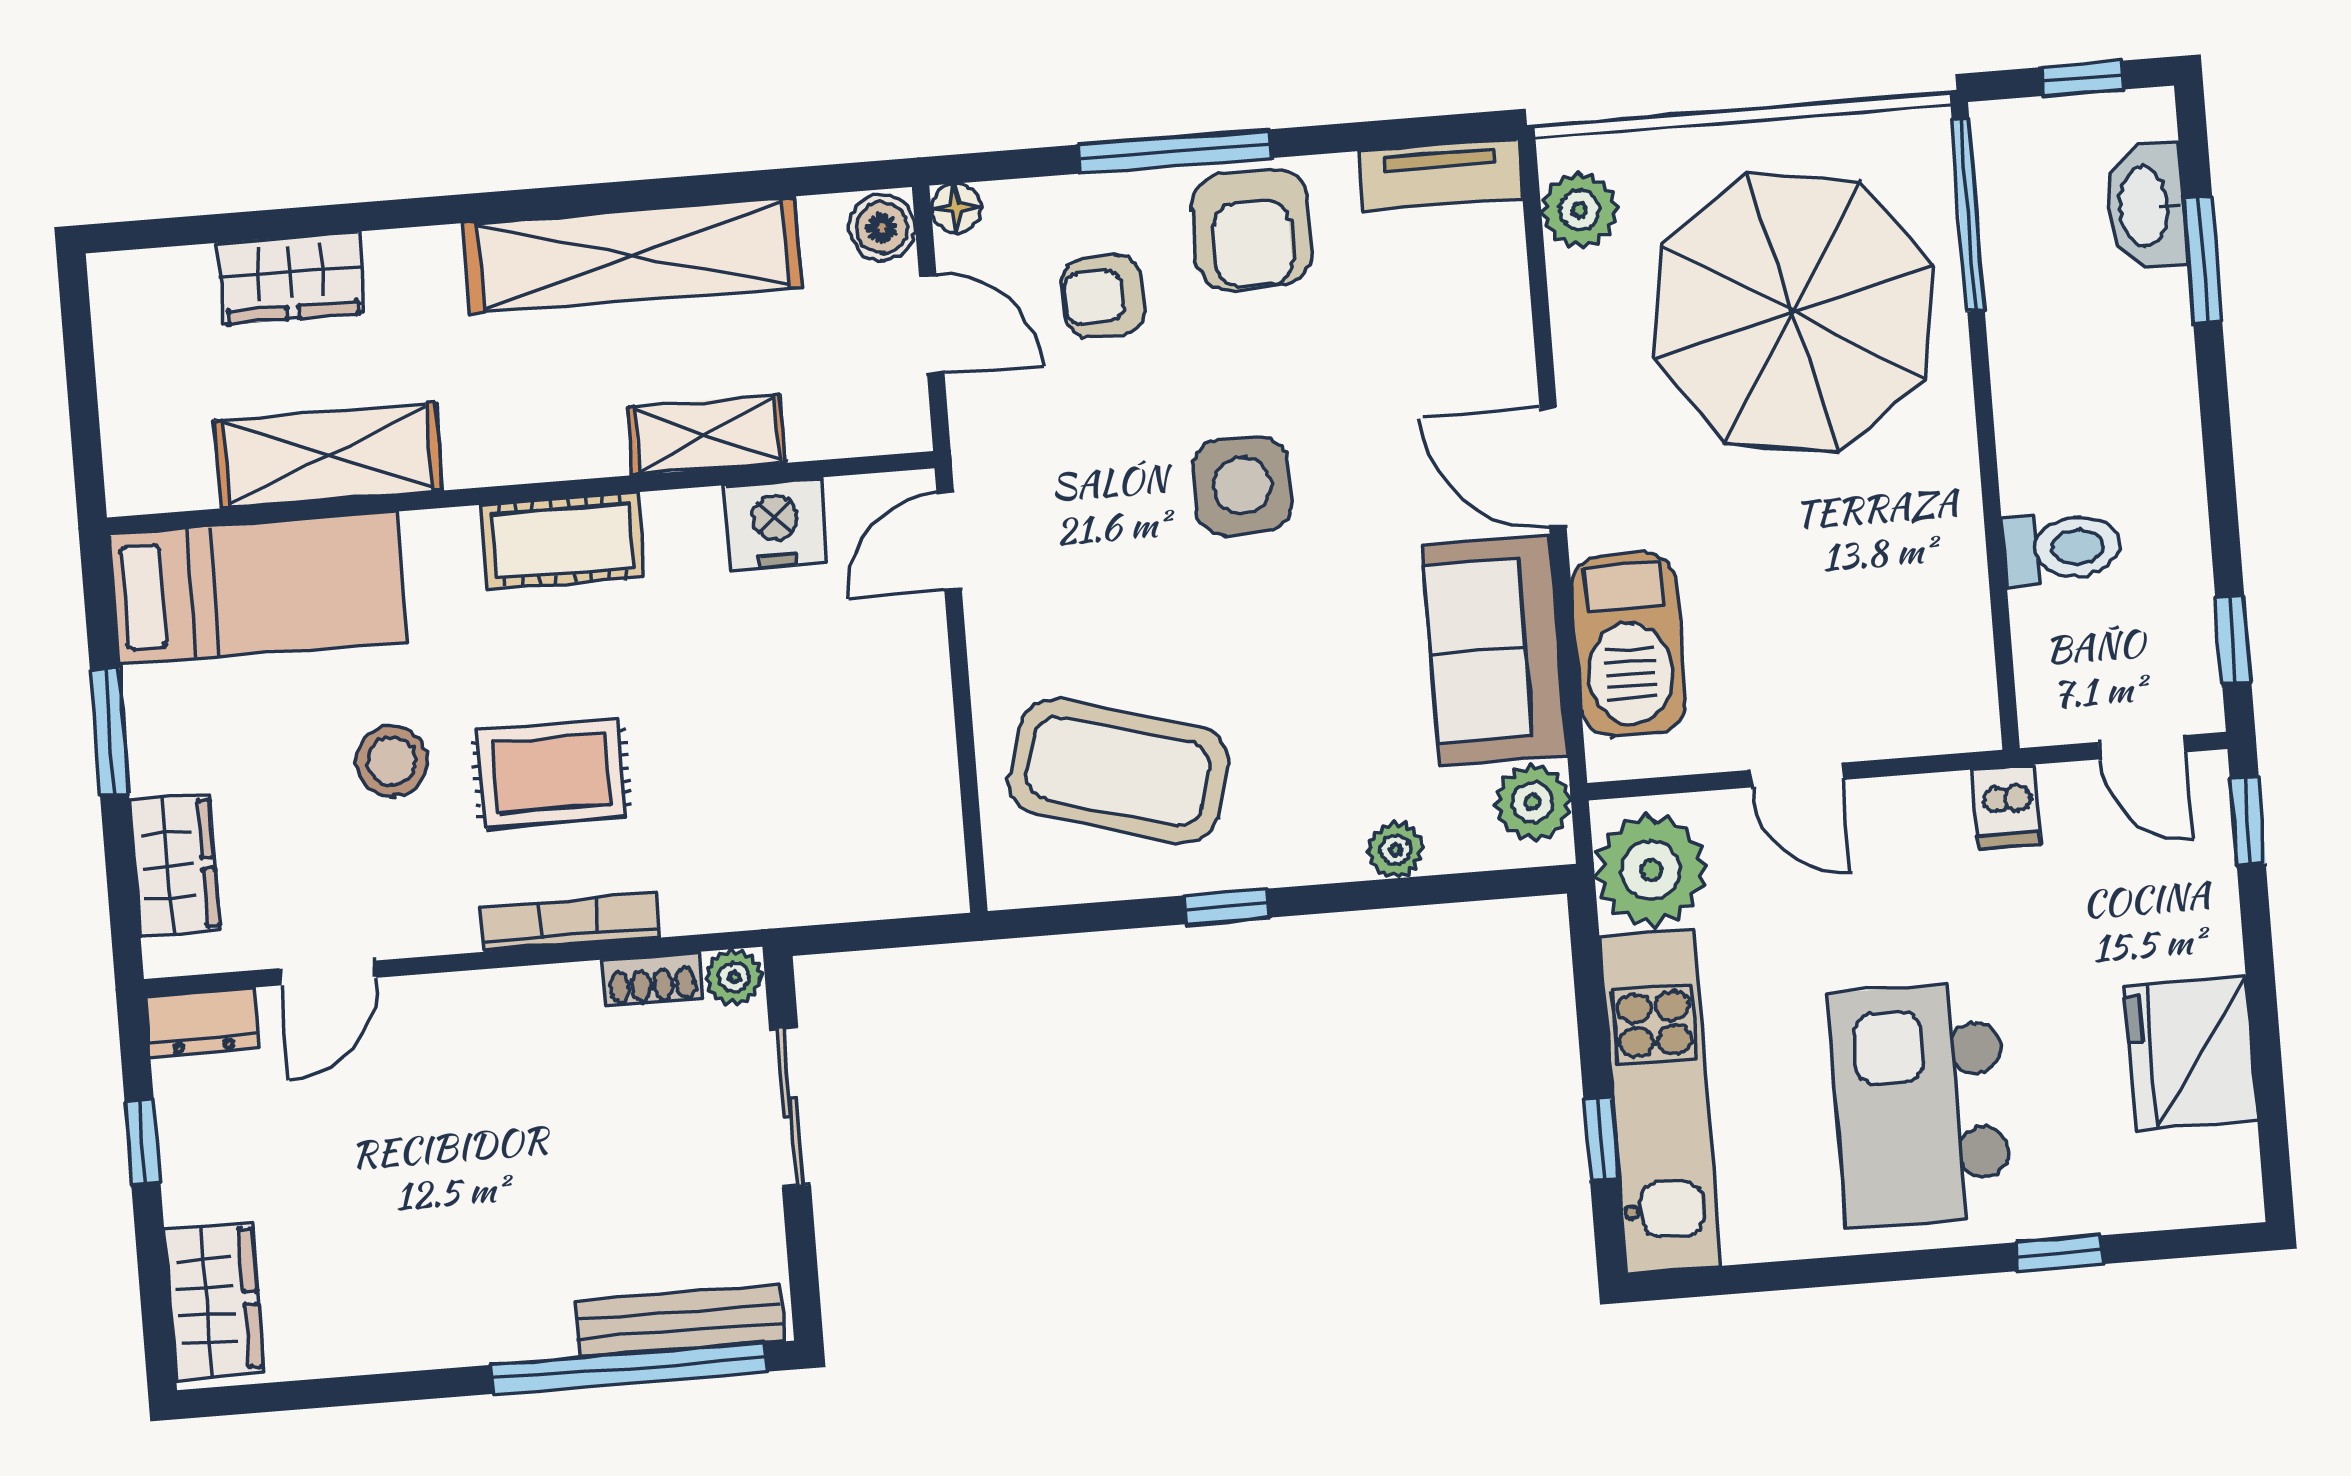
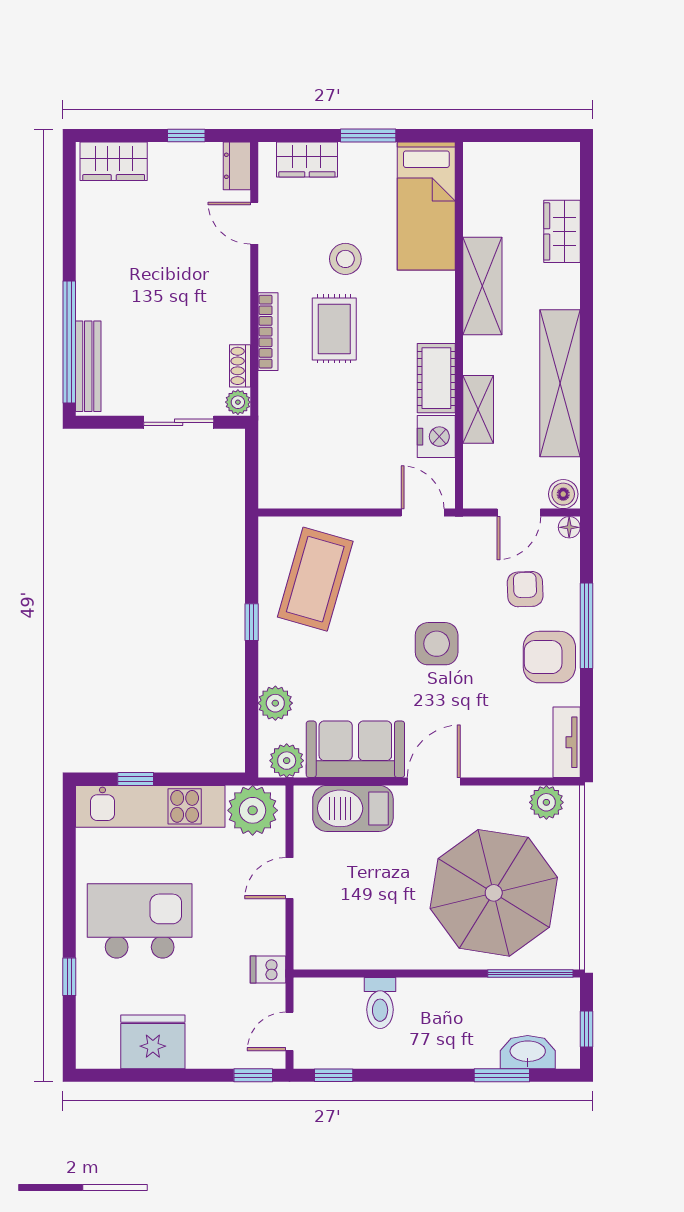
shelving: (328, 455) -> (482, 286), moved
cot: (562, 541) -> (436, 378), moved
plant: (1396, 850) -> (275, 703), width x1.38, depth x1.38

